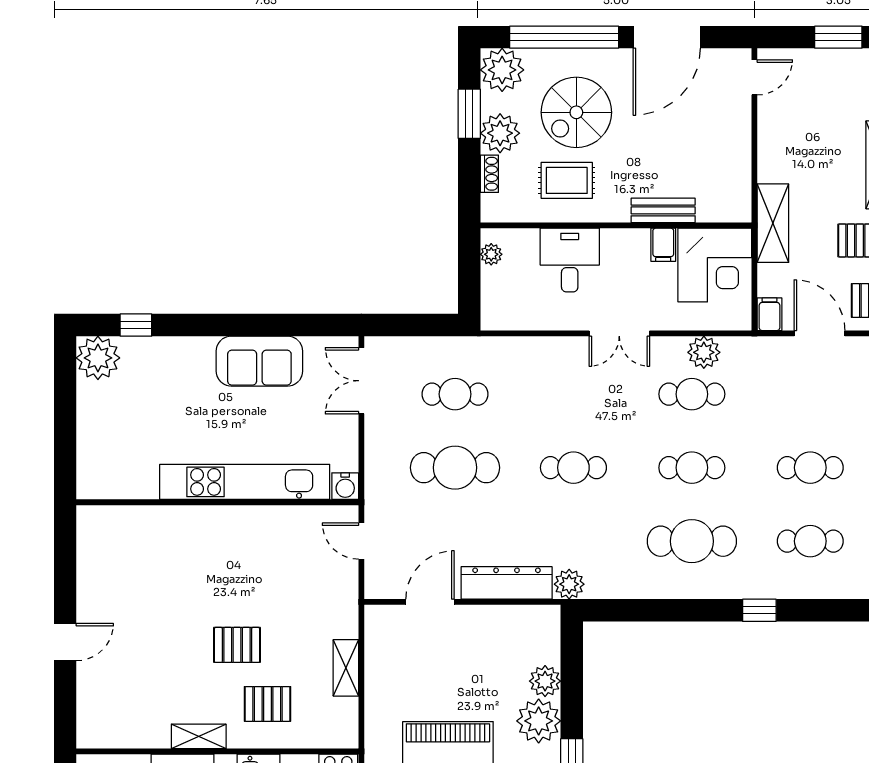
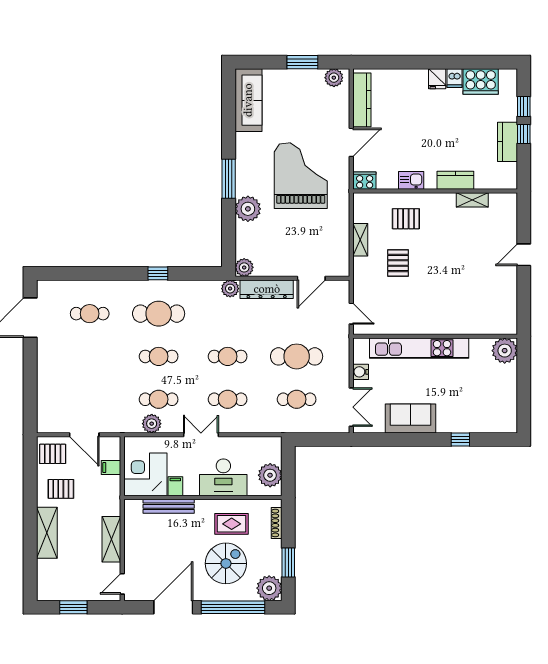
plant: (500, 133) -> (270, 551), removed
shoe rack: (489, 174) -> (277, 523), width x1.43
bench: (663, 210) -> (169, 506), width x1.36
shelving: (773, 223) -> (111, 539), moved
plant: (491, 254) -> (270, 475), width x1.88, depth x1.88
desk: (570, 260) -> (223, 477), width x1.37
filing cabinet: (770, 314) -> (111, 468), moved, turned 90
window: (136, 325) -> (460, 440), moved
plant: (98, 358) -> (505, 351), moved
cafe table: (810, 468) -> (228, 399), moved
water cooler: (345, 486) -> (361, 372), moved, turned -90
window: (759, 610) -> (158, 273), moved
pallet: (237, 645) -> (398, 263), moved, turned 90
plant: (545, 681) -> (244, 267), moved
shelving: (199, 736) -> (472, 200), moved

